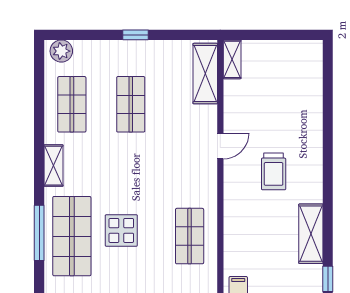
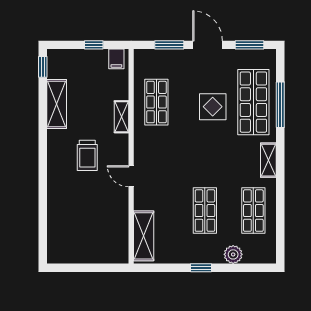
plant: (61, 51) -> (233, 254), moved
shelving: (232, 59) -> (121, 117), moved
door: (220, 146) -> (131, 176), hinge flipped
trolley: (274, 171) -> (87, 155), turned 180

